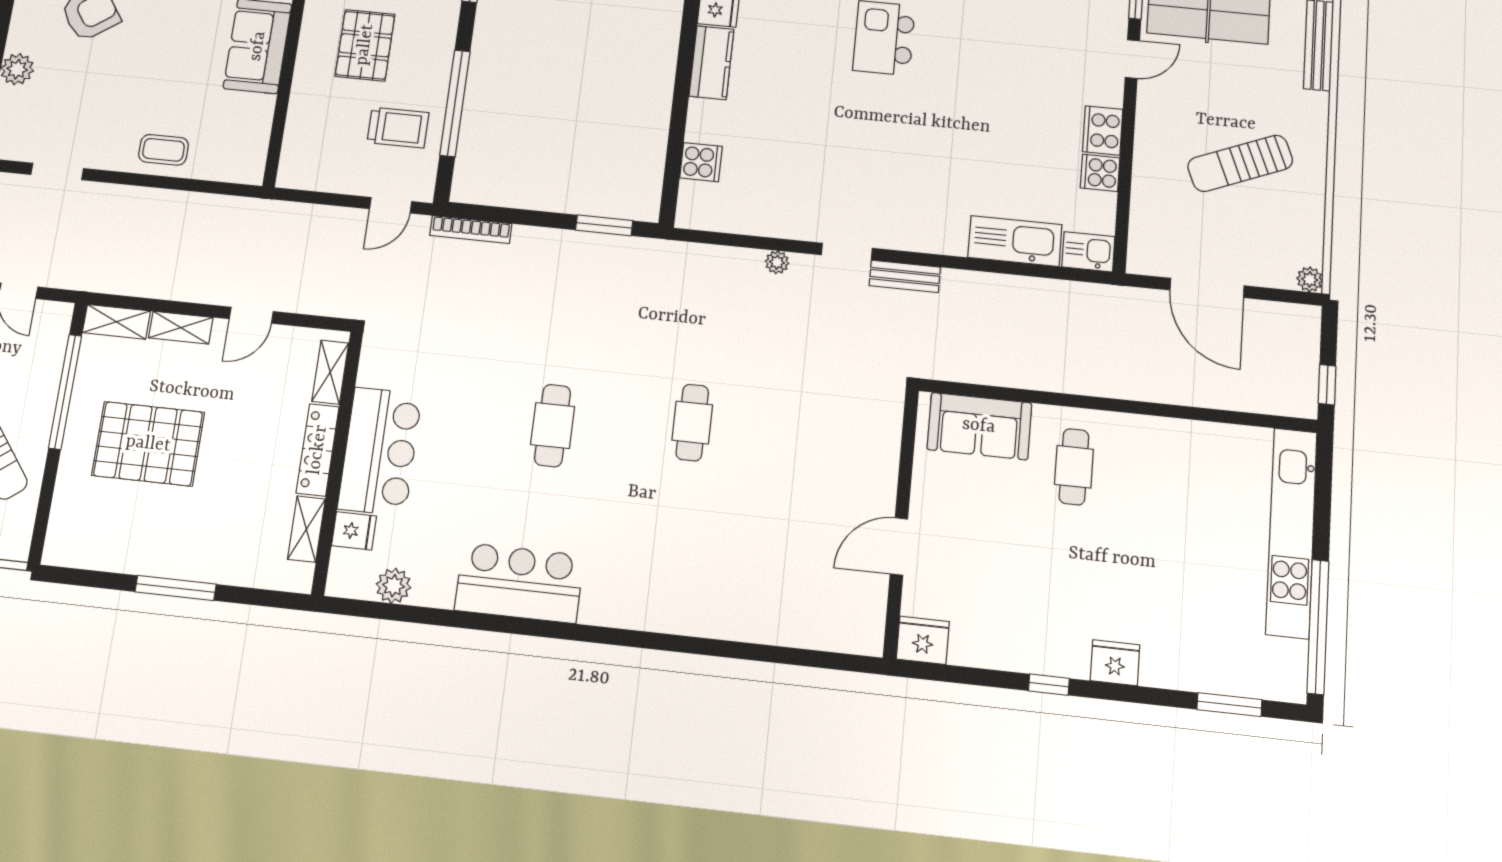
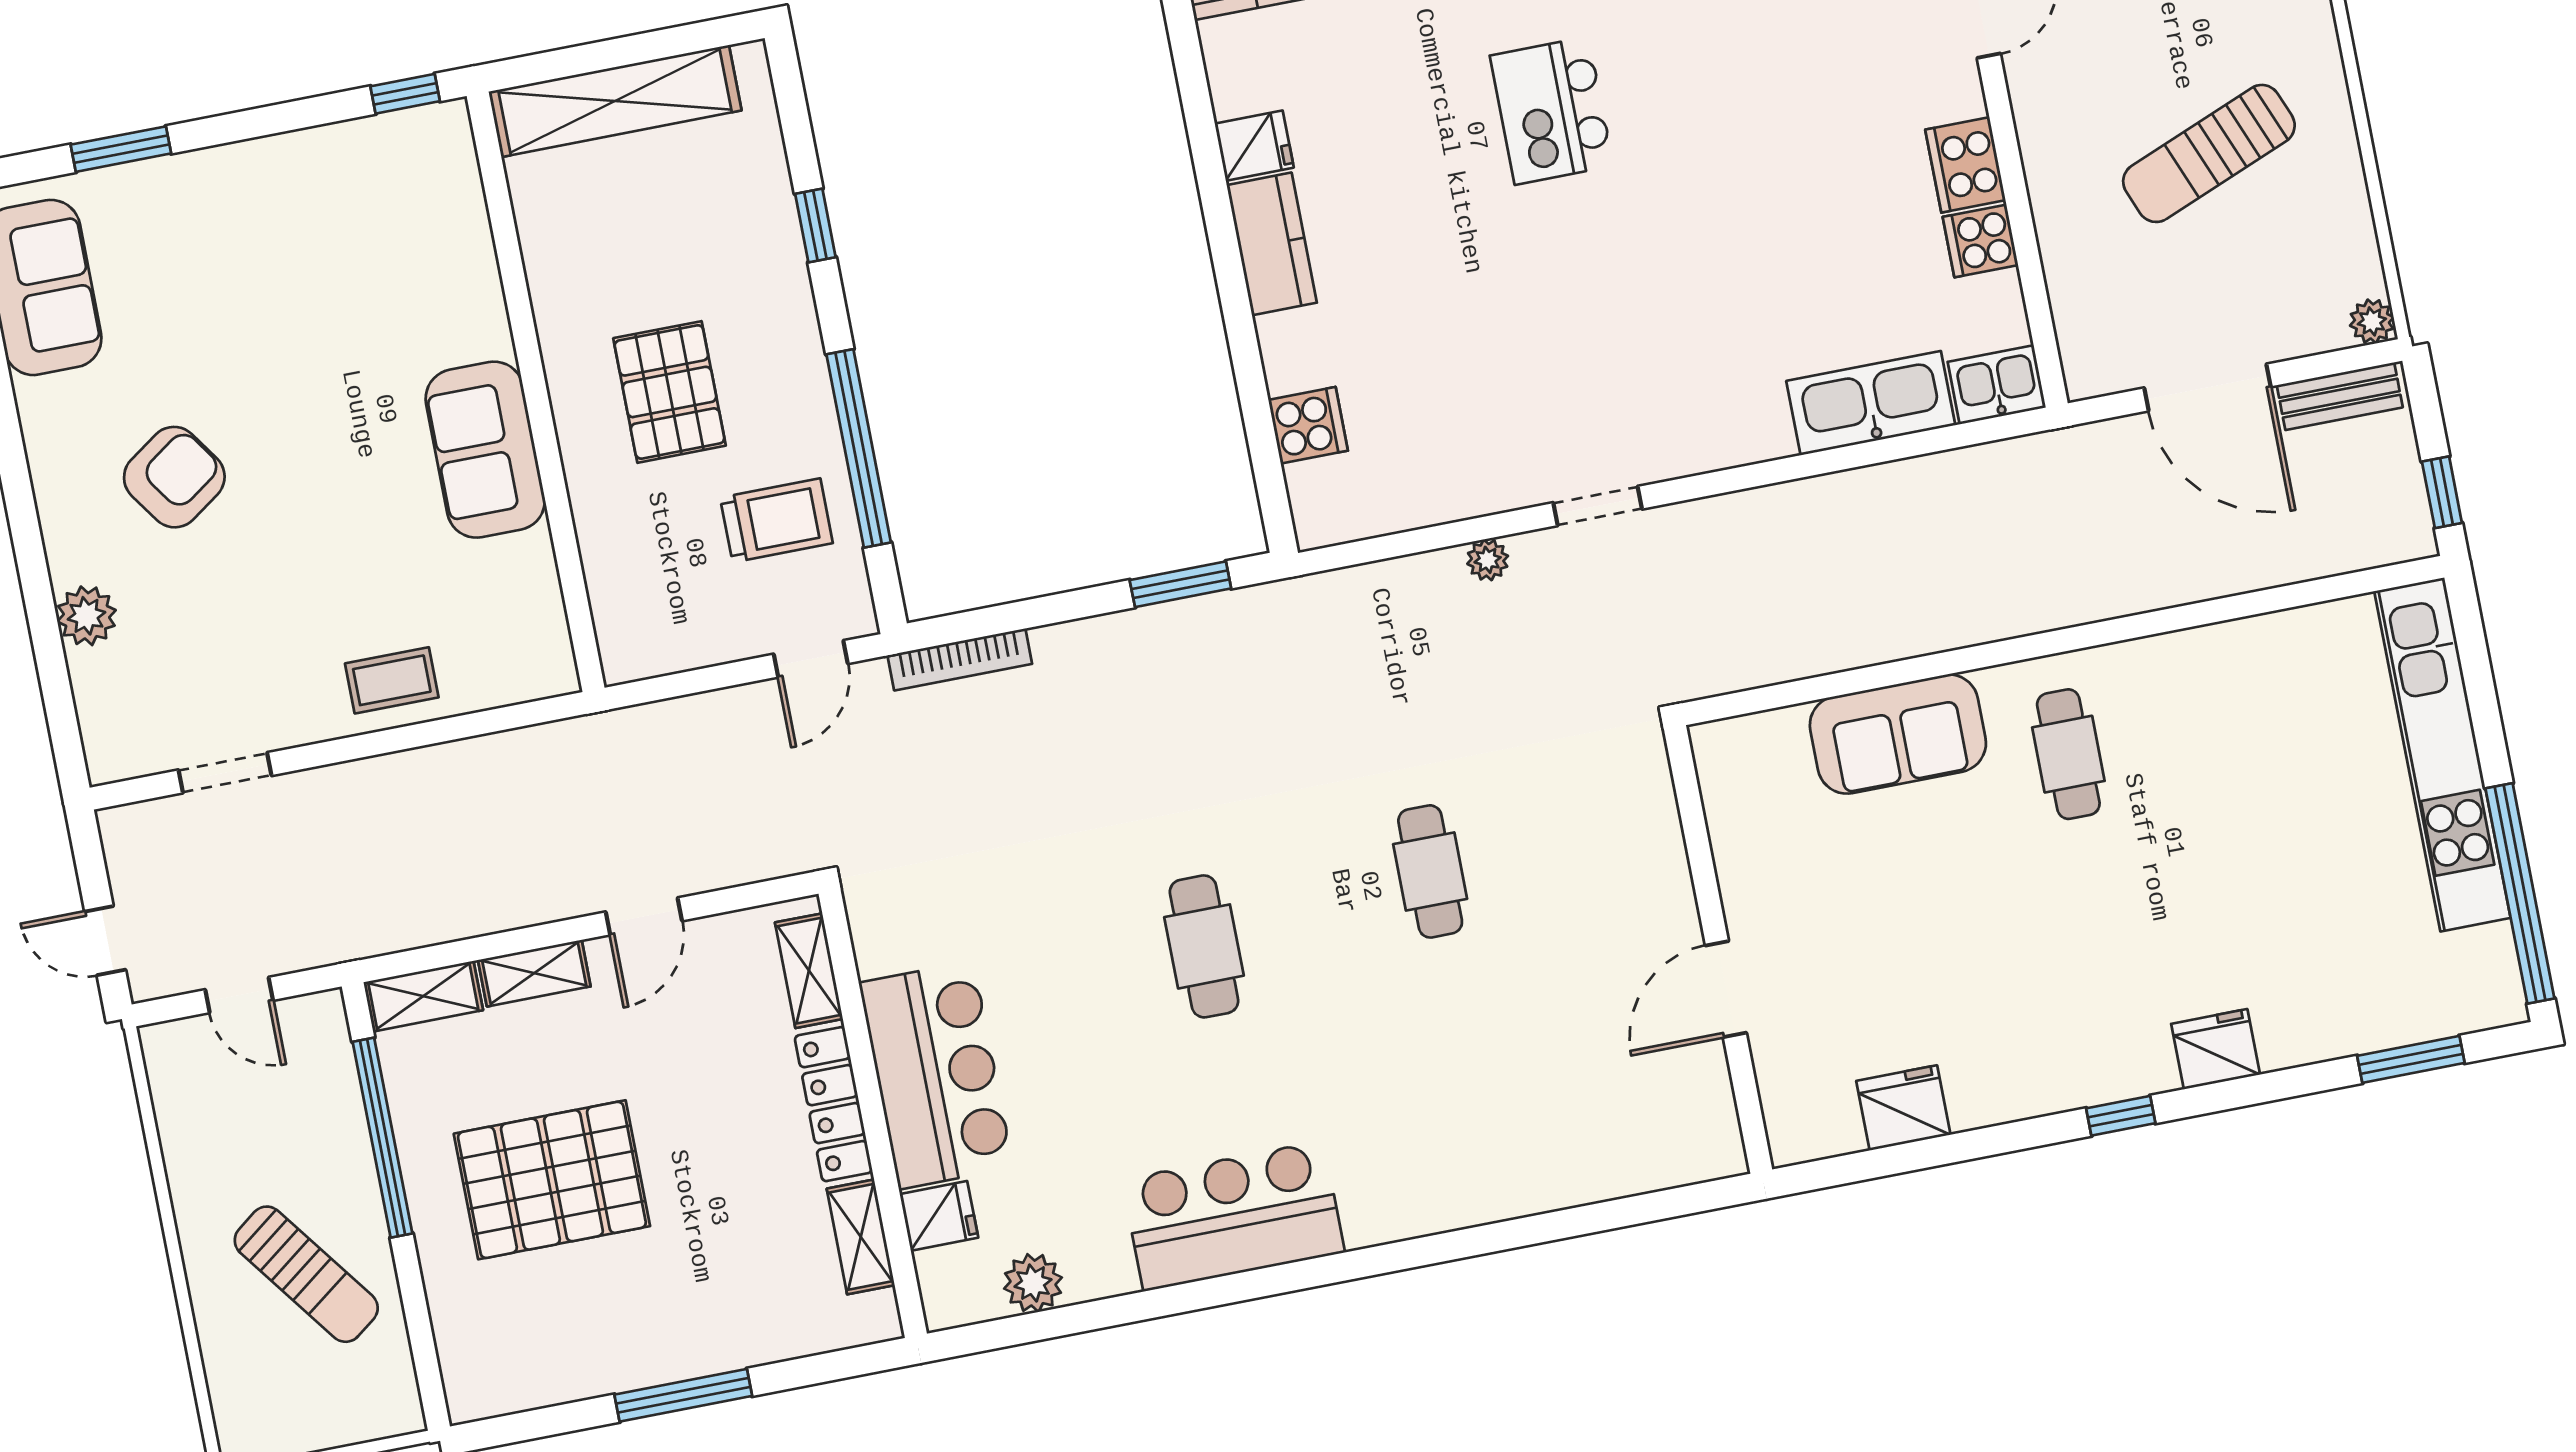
bench: (905, 276) -> (2340, 396), moved
wall: (901, 522) -> (1718, 949), moved
door: (899, 546) -> (1726, 989), moved

